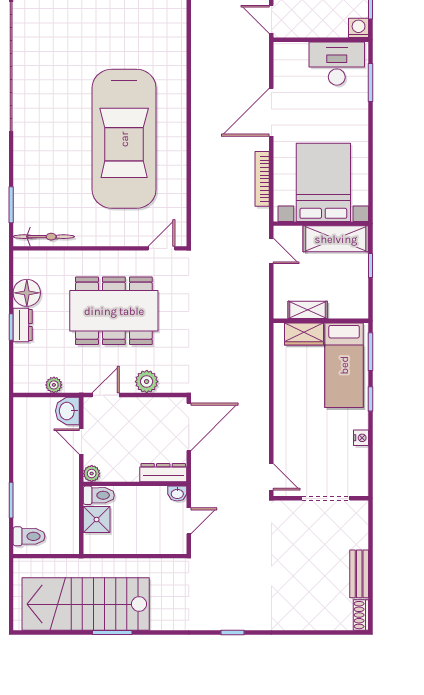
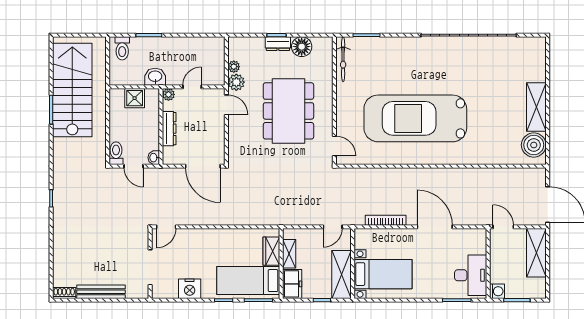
door: (271, 19) -> (503, 227), hinge flipped
bed with nightstands: (323, 182) -> (383, 274), width x0.73
freezer: (349, 306) -> (292, 284), added
plant: (147, 382) -> (236, 82), moved
washbasin: (67, 411) -> (155, 77), moved
nightstand: (361, 438) -> (190, 289), width x1.89, depth x1.79
dresser: (163, 473) -> (169, 129), moved
toilet: (99, 495) -> (116, 153), moved, turned 180
bench: (359, 574) -> (101, 292), width x1.36

